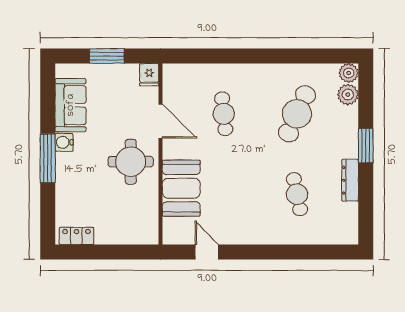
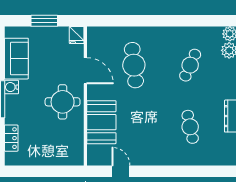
cafe table: (224, 114) -> (134, 65), width x1.37, depth x1.35
cafe table: (297, 114) -> (190, 65), width x0.73, depth x0.74
locker: (76, 236) -> (11, 138), moved, turned 90

